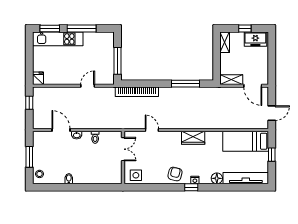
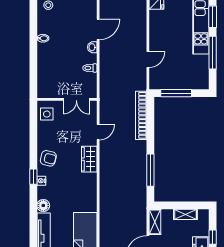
shelving: (225, 42) -> (185, 214), moved
door: (88, 86) -> (148, 59), hinge flipped
wardrobe: (193, 138) -> (89, 159), moved

